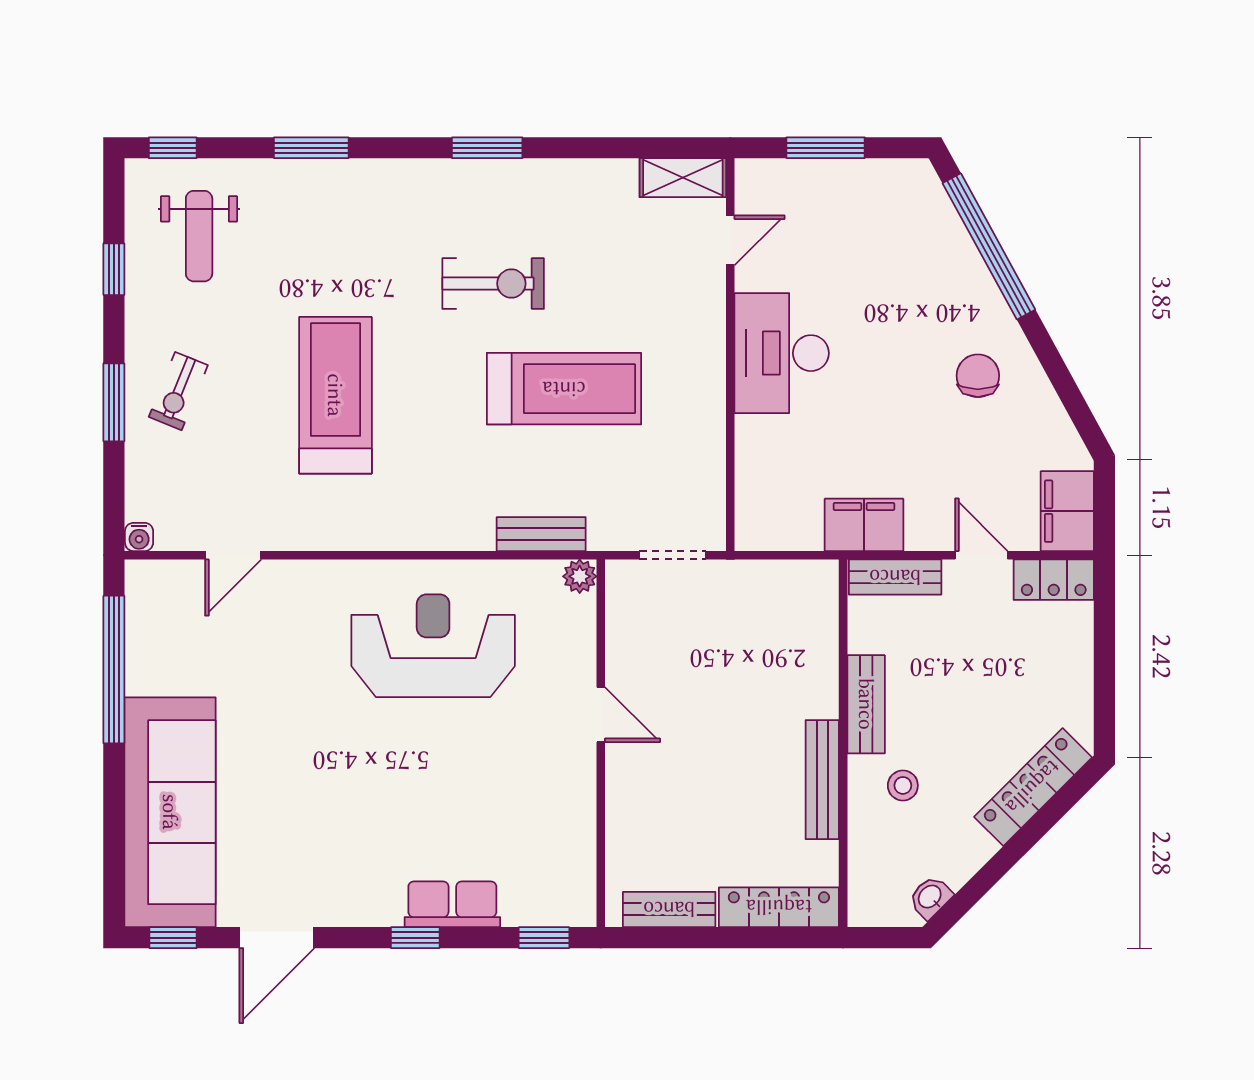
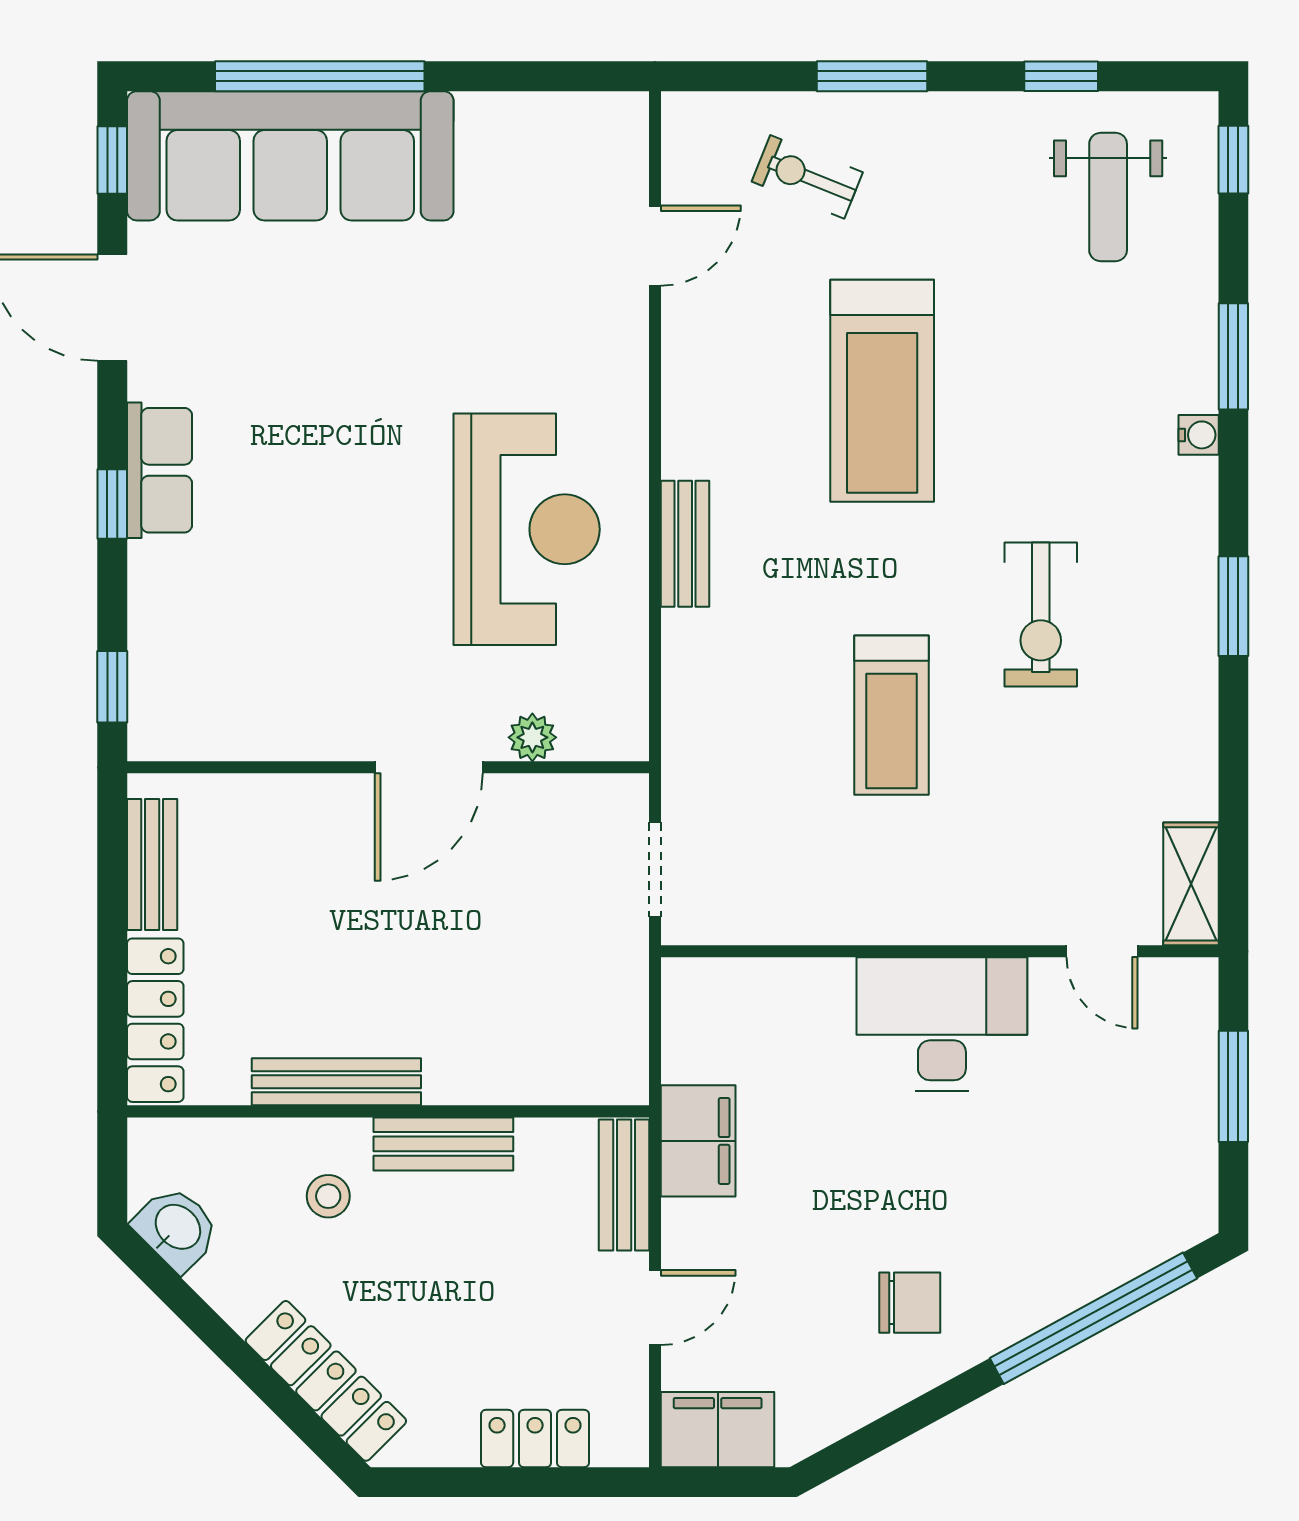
weight bench: (199, 236) -> (1108, 197), turned -90
treadmill: (564, 389) -> (892, 715), width x0.73, depth x0.73
exercise bike: (178, 391) -> (807, 177), moved
treadmill: (335, 395) -> (882, 391), turned 90
bench: (541, 534) -> (685, 544), moved
water cooler: (139, 537) -> (1199, 435), moved, turned 180
door: (233, 555) -> (655, 246), swing flipped
plant: (580, 576) -> (532, 737), moved
locker: (1054, 580) -> (535, 1439), moved, turned 90
window: (114, 670) -> (320, 76), moved
door: (601, 715) -> (429, 767), width x1.38
washbasin: (930, 897) -> (177, 1228), width x1.38, depth x1.45
row of seats: (452, 904) -> (159, 470), moved

